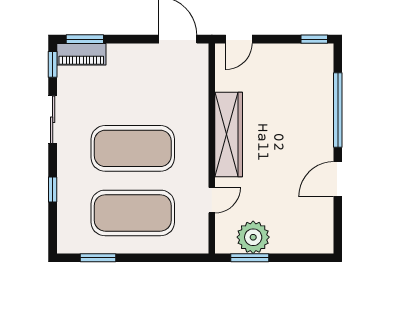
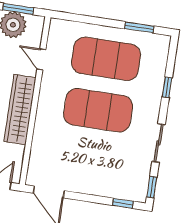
window: (85, 39) -> (123, 203), width x0.67
piano: (81, 54) -> (128, 192), removed
door: (212, 200) -> (41, 59), hinge flipped

